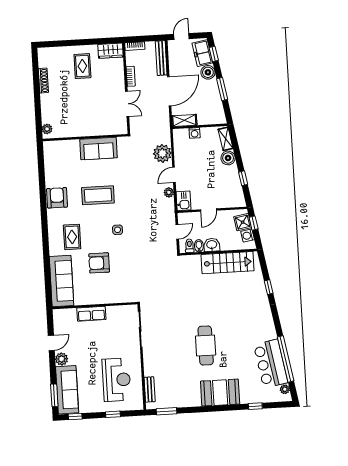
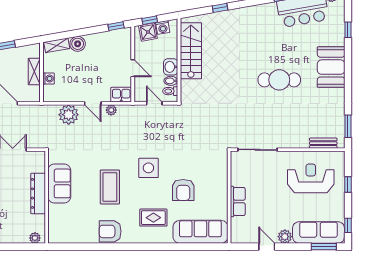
shelving: (184, 120) -> (34, 72), moved
dresser: (88, 130) -> (38, 193), added
window: (243, 178) -> (116, 26), moved
side table: (118, 230) -> (148, 168), width x1.87, depth x1.87

